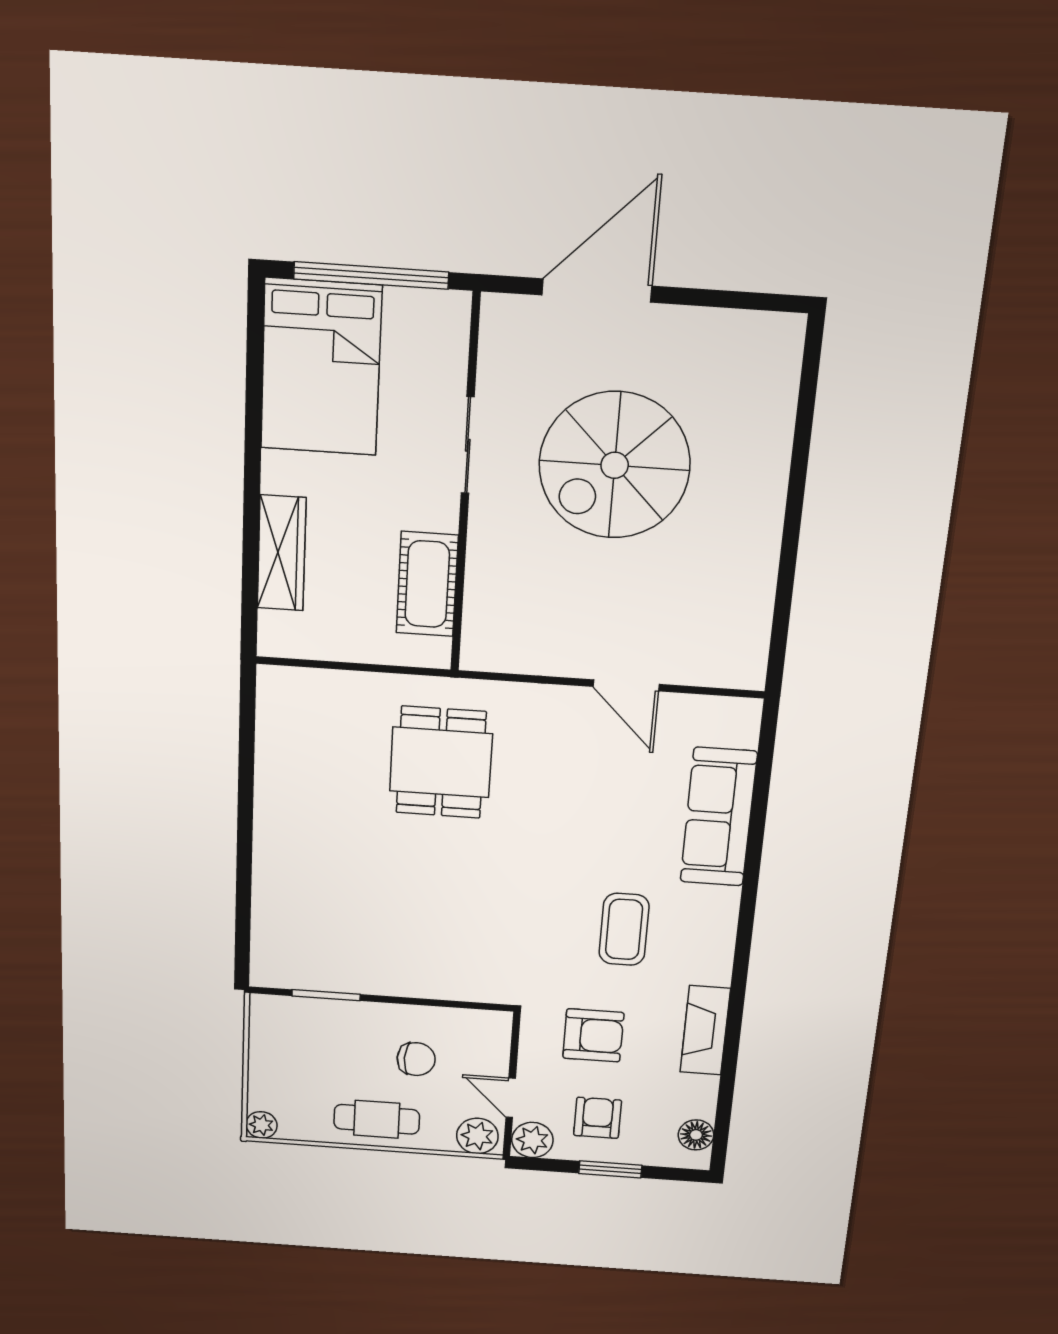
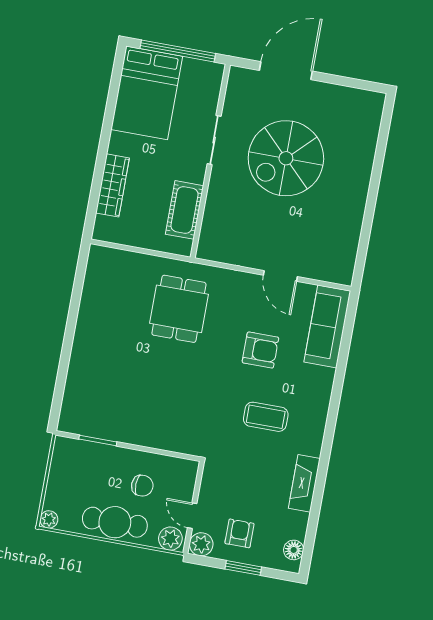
sofa: (719, 817) -> (327, 327), moved
coffee table: (624, 929) -> (266, 417), turned 90
armchair: (593, 1035) -> (260, 350), moved
cafe table: (377, 1119) -> (115, 522), width x1.37, depth x1.35

